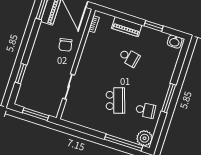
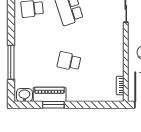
piano: (127, 27) -> (50, 94), moved
window: (169, 98) -> (11, 62), moved

